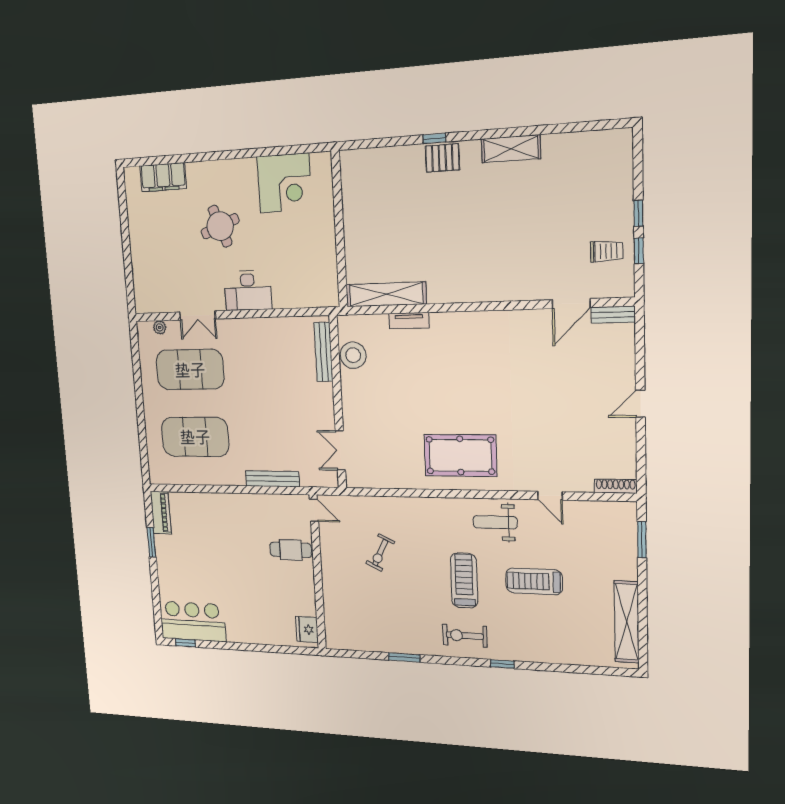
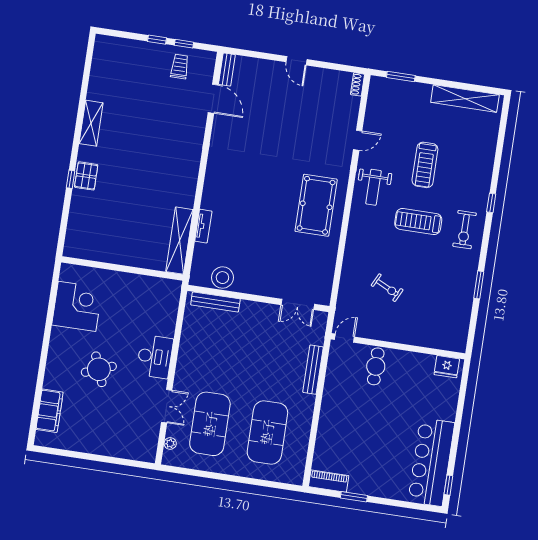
shoe rack: (616, 486) -> (357, 84), width x0.70
bar counter: (193, 621) -> (431, 462), width x1.36

